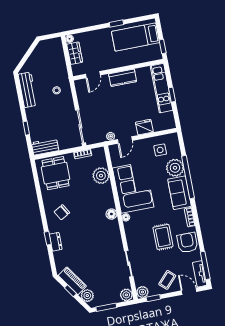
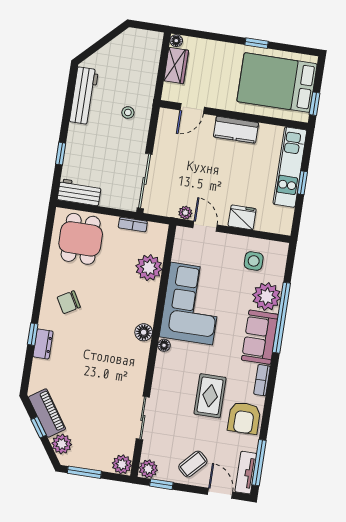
bed: (136, 37) -> (277, 83), width x1.50
door: (125, 140) -> (205, 226), swing flipped
armchair: (187, 243) -> (244, 418), turned 180

